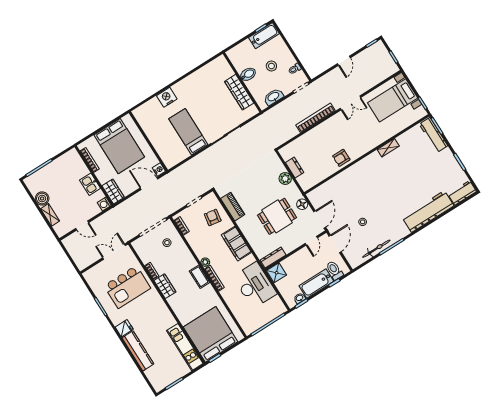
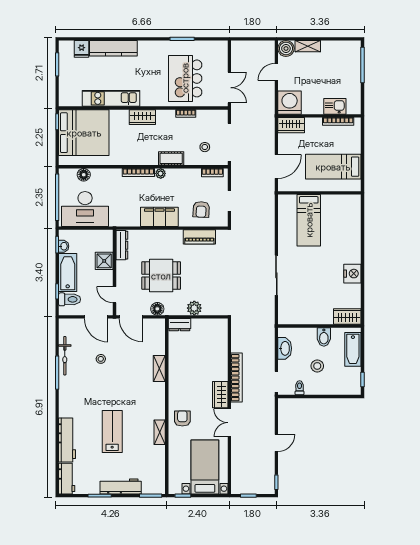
bathtub: (264, 36) -> (353, 349), moved
door: (344, 61) -> (276, 443), swing flipped
wardrobe: (239, 92) -> (347, 316), moved, width x0.67
nightstand: (167, 97) -> (352, 274), moved
wardrobe: (335, 122) -> (220, 395), added
bed: (188, 132) -> (309, 220), moved, turned 90
workbench: (433, 135) -> (121, 486), moved
bed: (119, 146) -> (333, 167), width x0.67
armchair: (341, 158) -> (182, 418), moved
dresser: (295, 168) -> (179, 325), moved
nightstand: (159, 170) -> (284, 186), removed
shelving: (343, 176) -> (159, 369), added
lab bench: (409, 182) -> (112, 431), added
kitchen sink: (90, 184) -> (335, 106), moved
boiler: (42, 198) -> (286, 48), moved
washing machine: (104, 204) -> (290, 103), width x1.89, depth x1.89
workbench: (428, 211) -> (67, 440), width x0.73, depth x0.76
dining table: (277, 216) -> (161, 276), turned 90
armchair: (213, 217) -> (201, 209), turned 84
shower: (277, 273) -> (104, 261), moved
cot: (200, 277) -> (171, 158), moved
desk: (255, 285) -> (85, 209), moved
wardrobe: (165, 286) -> (142, 117), moved
floor lamp: (240, 316) -> (84, 175), added
fridge: (124, 328) -> (82, 49), moved
kitchen unit: (185, 347) -> (111, 98), moved

